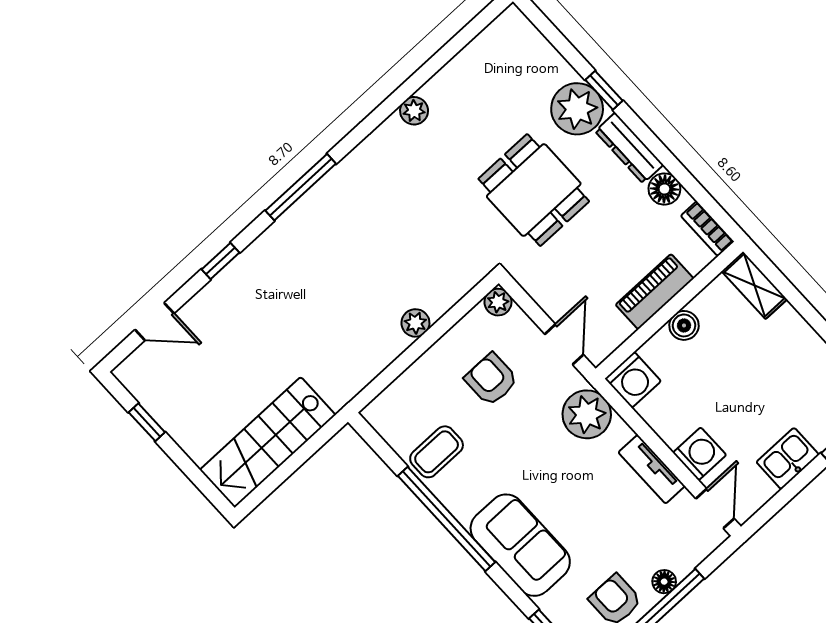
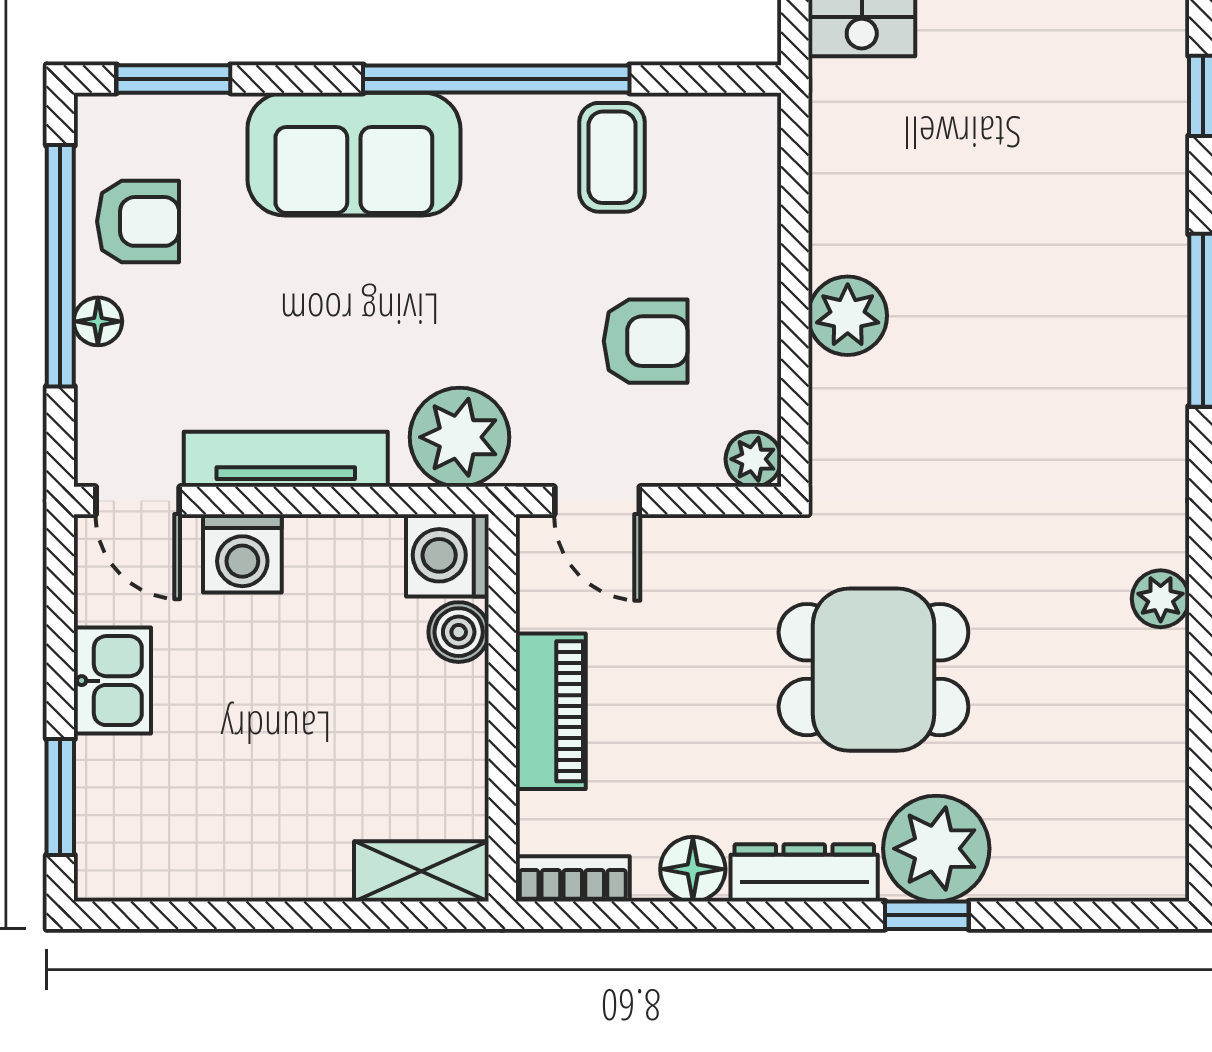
plant: (415, 323) -> (848, 316), width x1.38, depth x1.38
boiler: (684, 325) -> (459, 632), moved
tv unit: (652, 469) -> (286, 459), width x1.41

